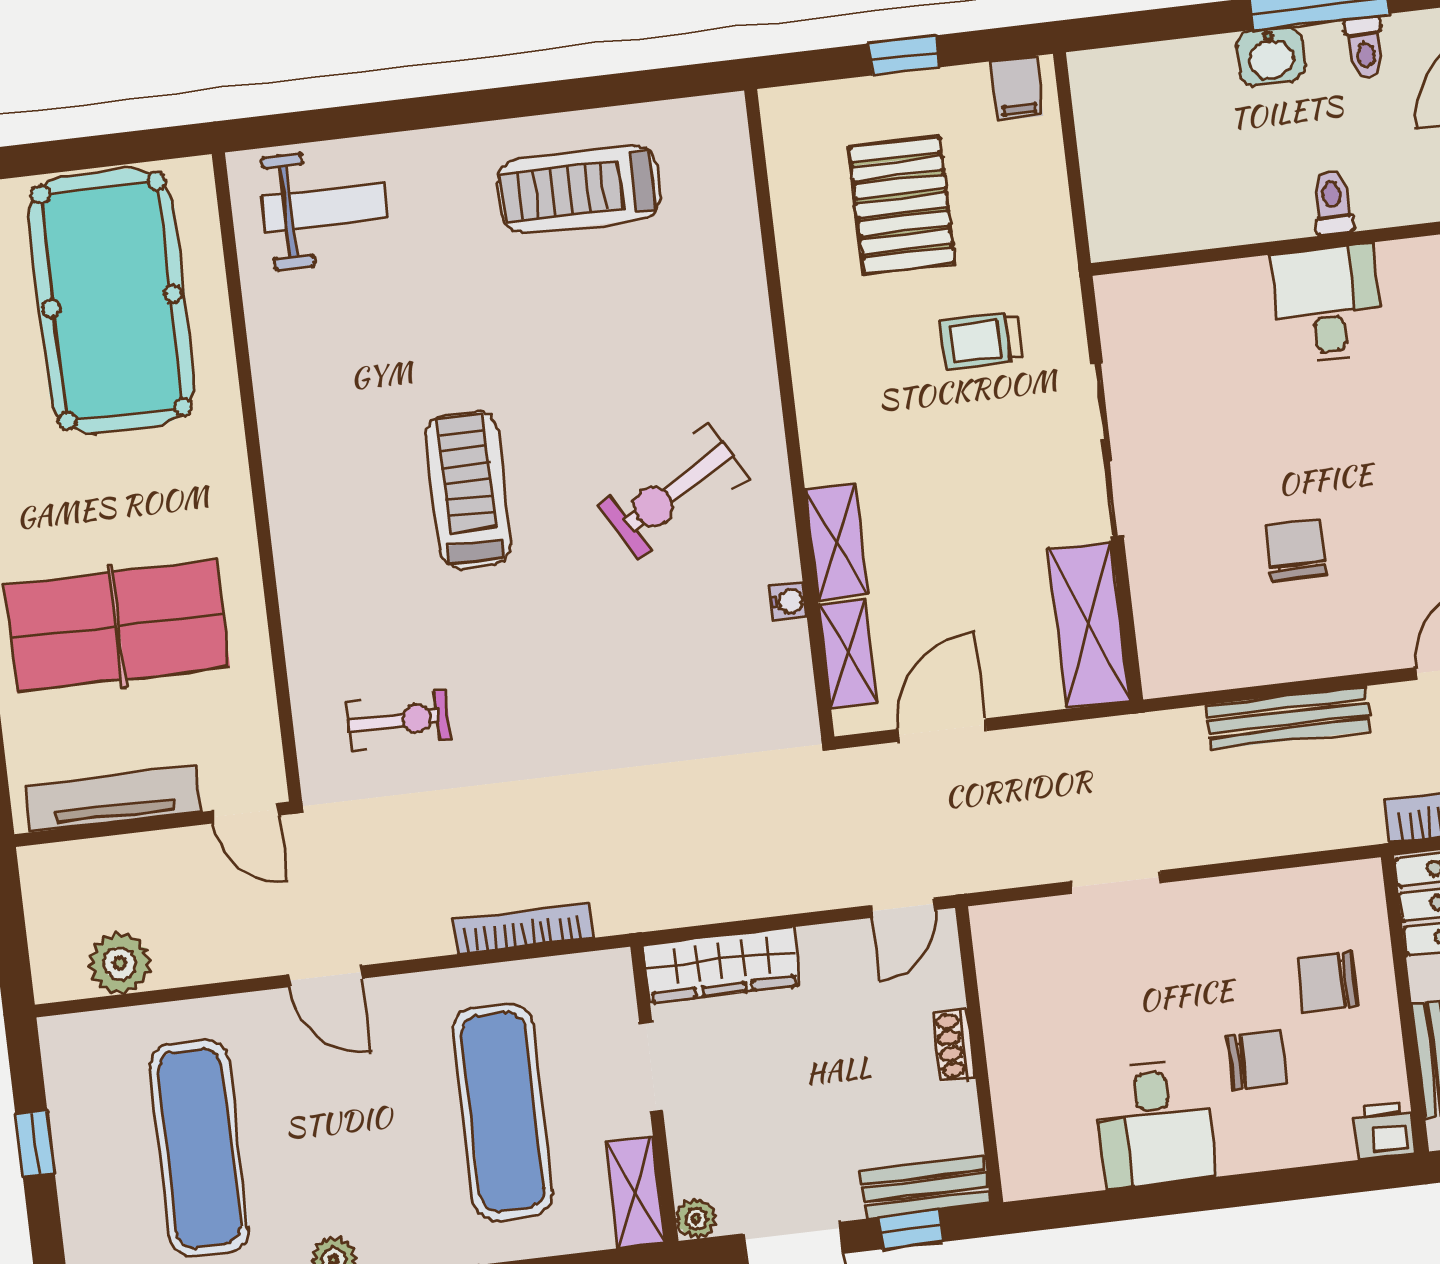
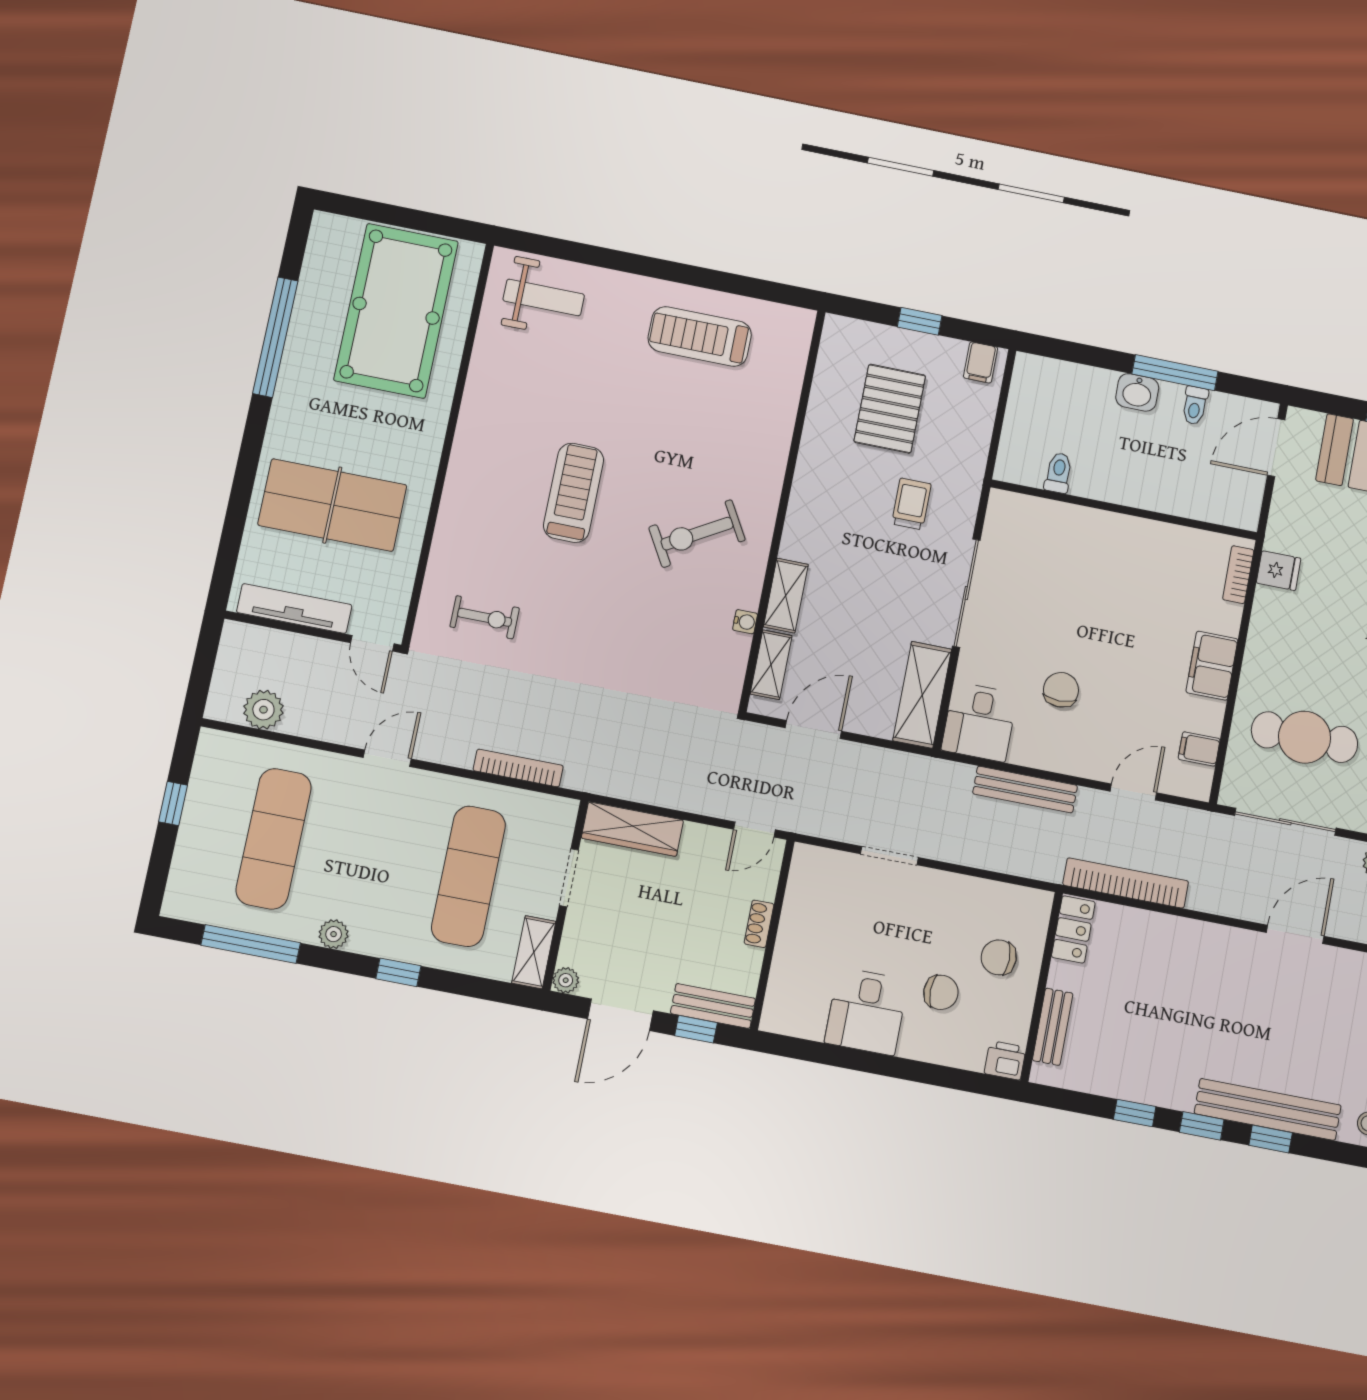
toilet: (1332, 203) -> (1058, 473), moved
desk: (1327, 304) -> (979, 722), moved, turned 180
trolley: (981, 341) -> (911, 504), turned 90
door: (325, 976) -> (387, 758), swing flipped

